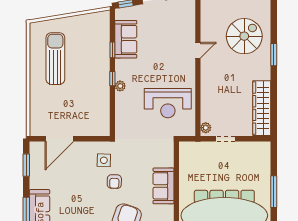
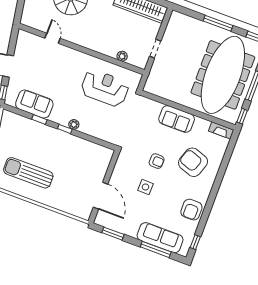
door: (198, 50) -> (52, 38), moved
reception desk: (168, 103) -> (105, 88), turned -90
plant: (206, 128) -> (122, 56), moved
side table: (104, 160) -> (145, 187), moved

